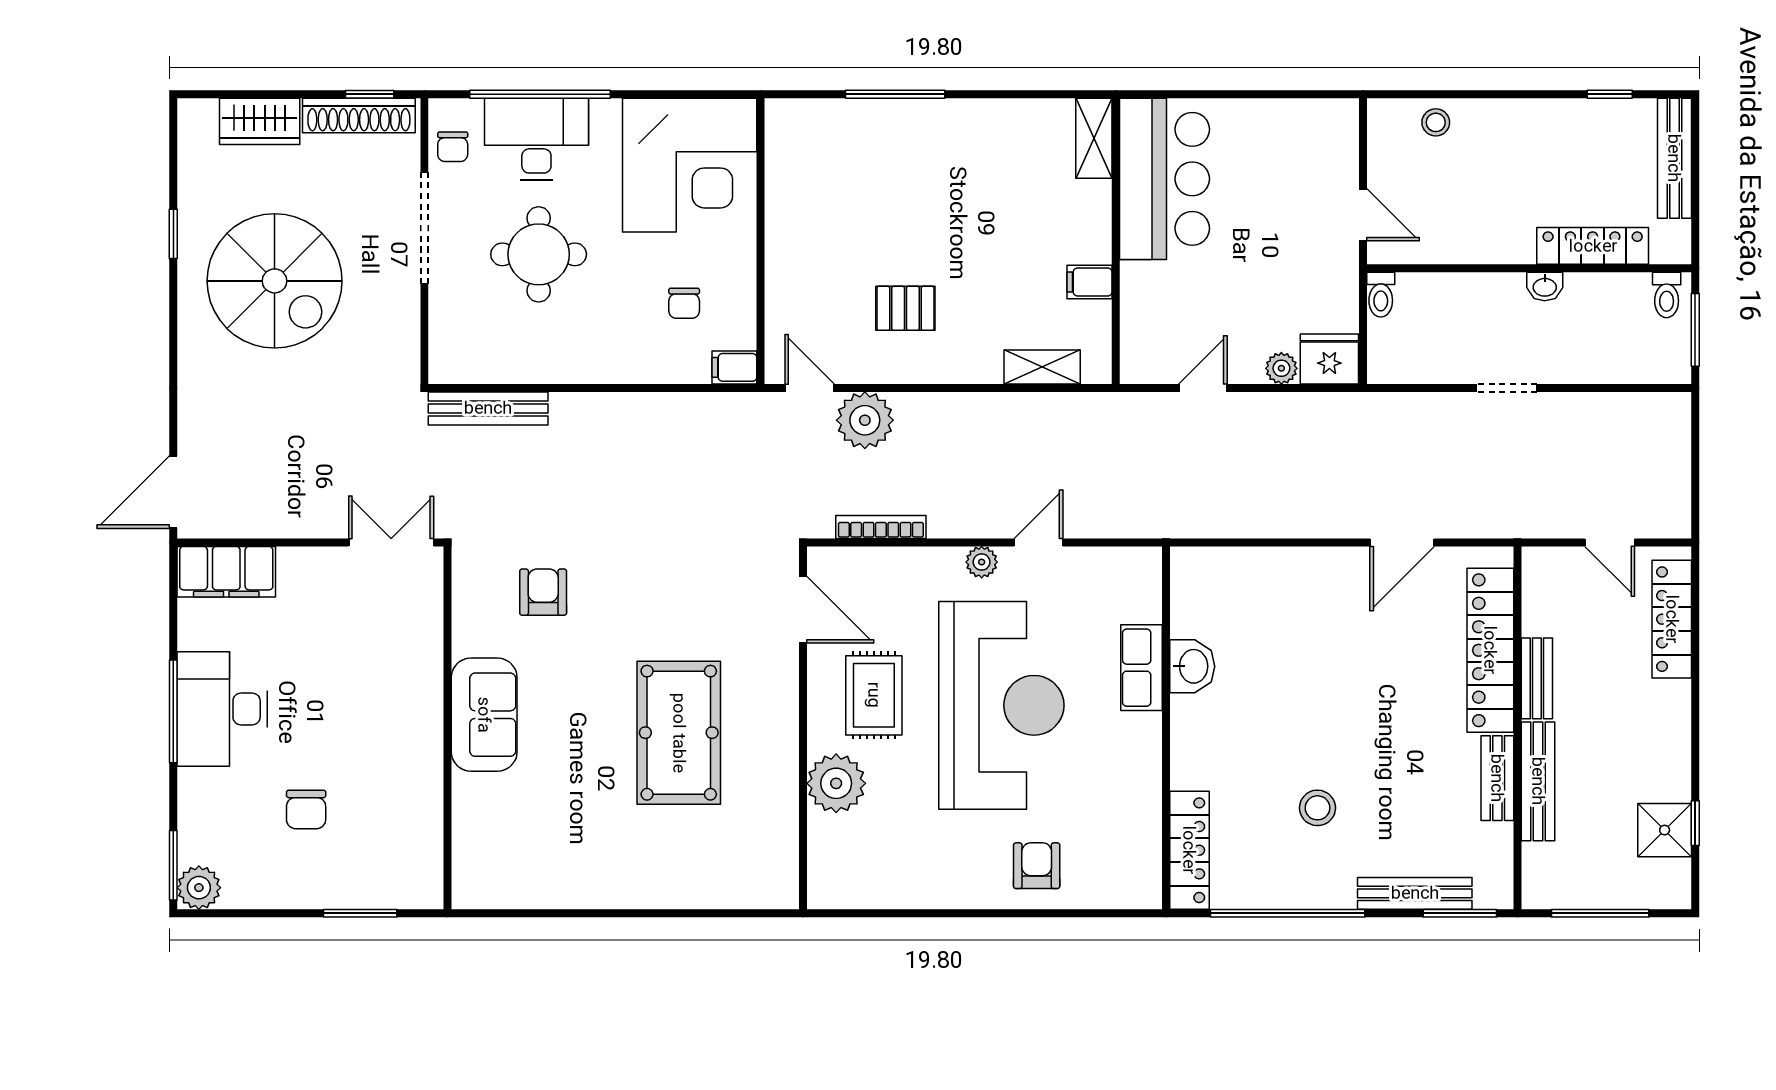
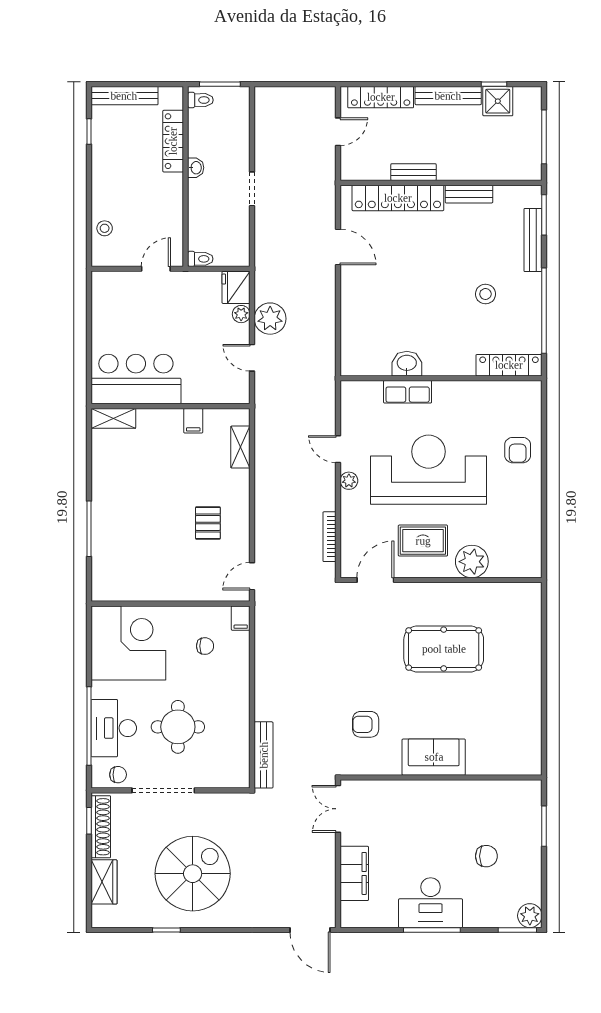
plant: (865, 420) -> (270, 319), moved
filing cabinet: (226, 572) -> (354, 873), moved
bench: (1538, 781) -> (448, 96), moved
armchair: (1037, 866) -> (518, 450), turned -90

